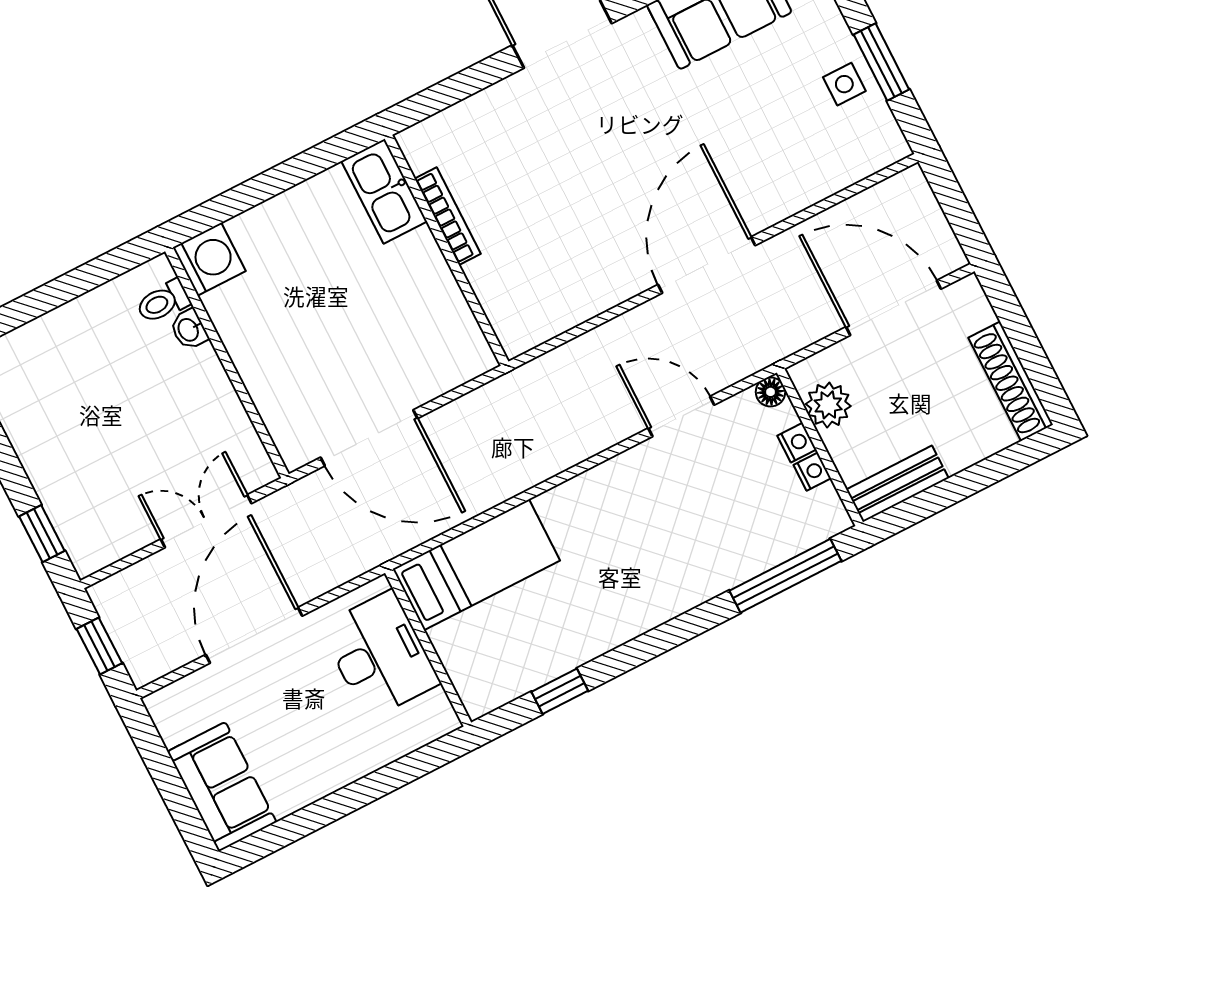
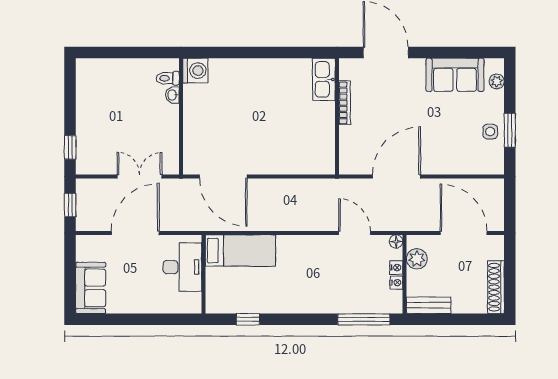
kitchen sink: (384, 191) -> (324, 79), moved
bookcase: (448, 216) -> (345, 103), moved
wall: (447, 250) -> (337, 116), moved

